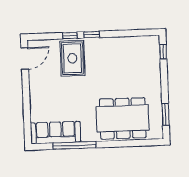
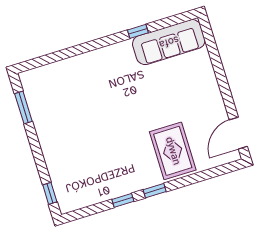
window: (70, 35) -> (123, 200), moved
dining table: (123, 118) -> (81, 86), removed
window: (74, 145) -> (138, 31), width x0.32

